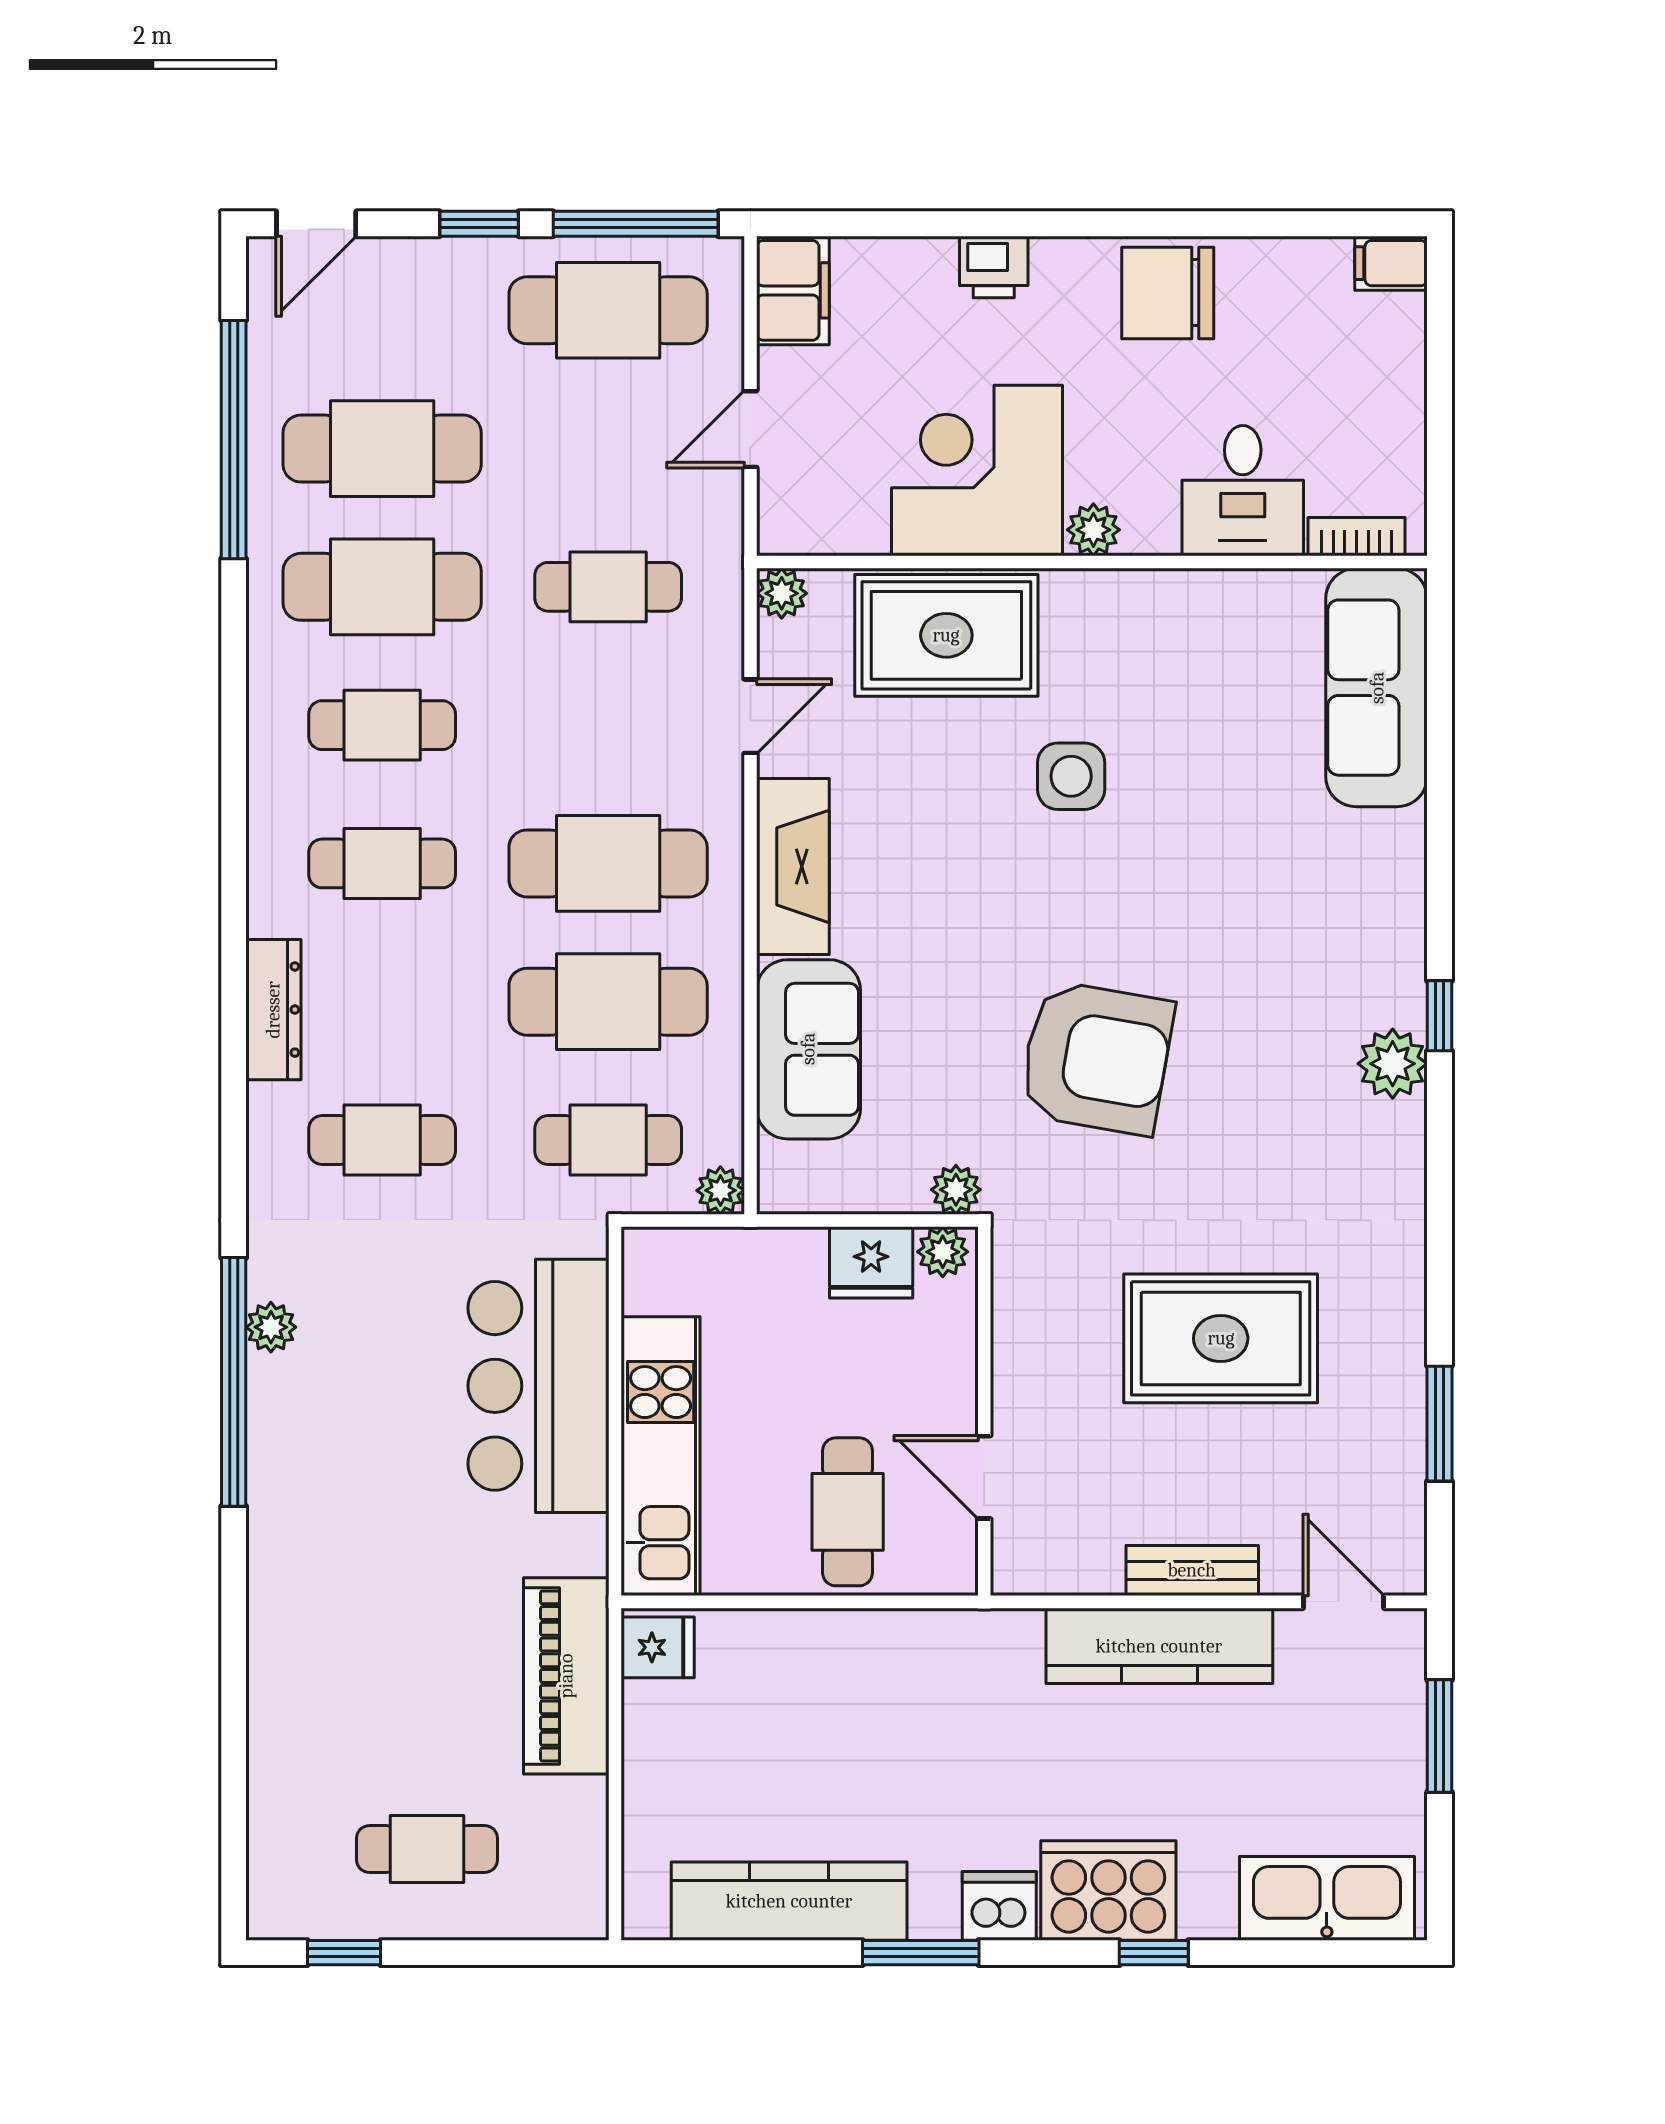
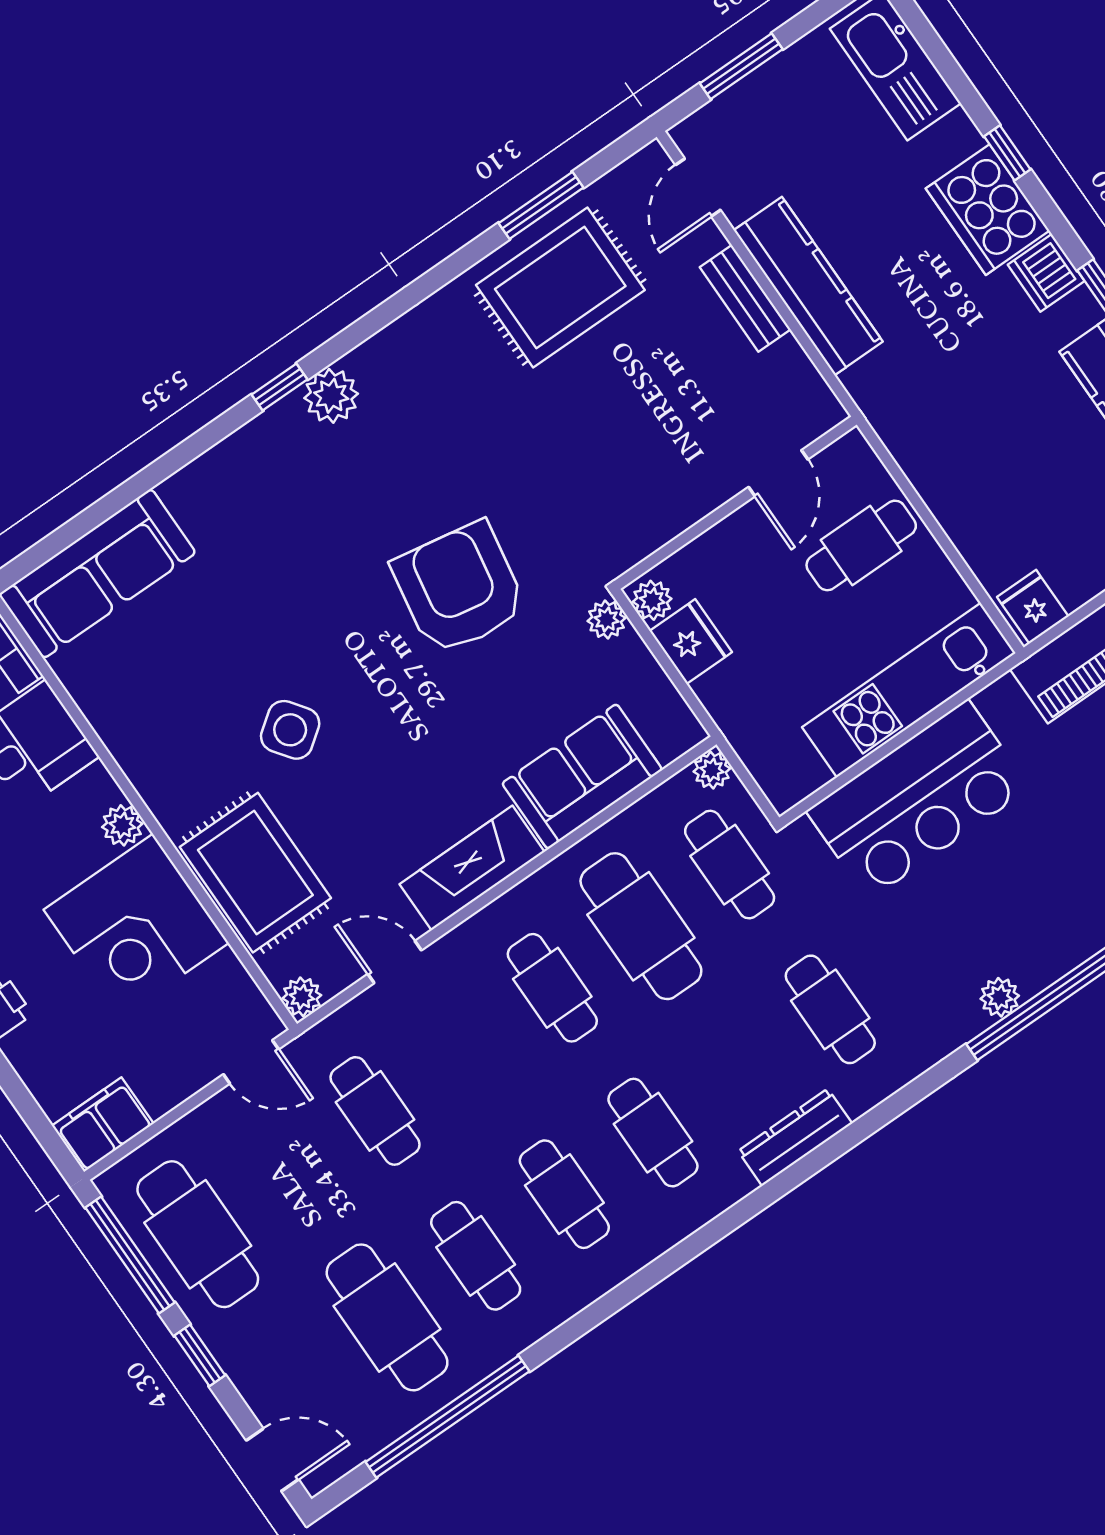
door: (750, 429) -> (251, 1062), moved
cafe table: (382, 587) -> (476, 1256), width x0.73, depth x0.74
side table: (1071, 776) -> (290, 730), turned -36
cafe table: (608, 863) -> (552, 988), width x0.73, depth x0.74
rug: (1221, 1338) -> (560, 287), moved, turned 90

